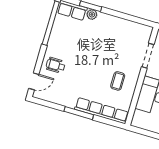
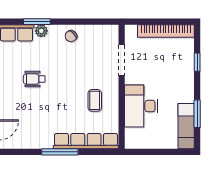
chair: (114, 25) -> (71, 36), added
wheelchair: (56, 65) -> (34, 79), moved

